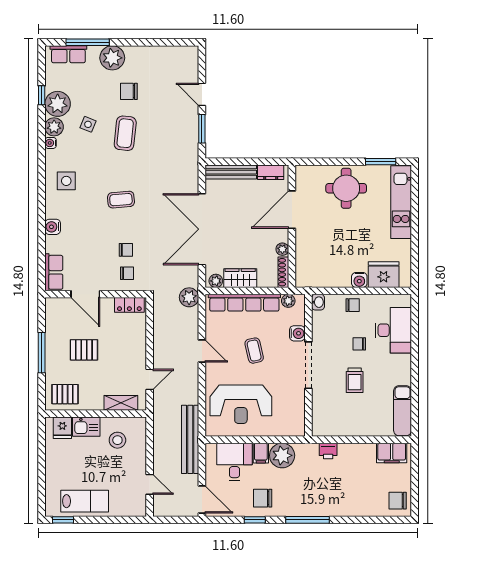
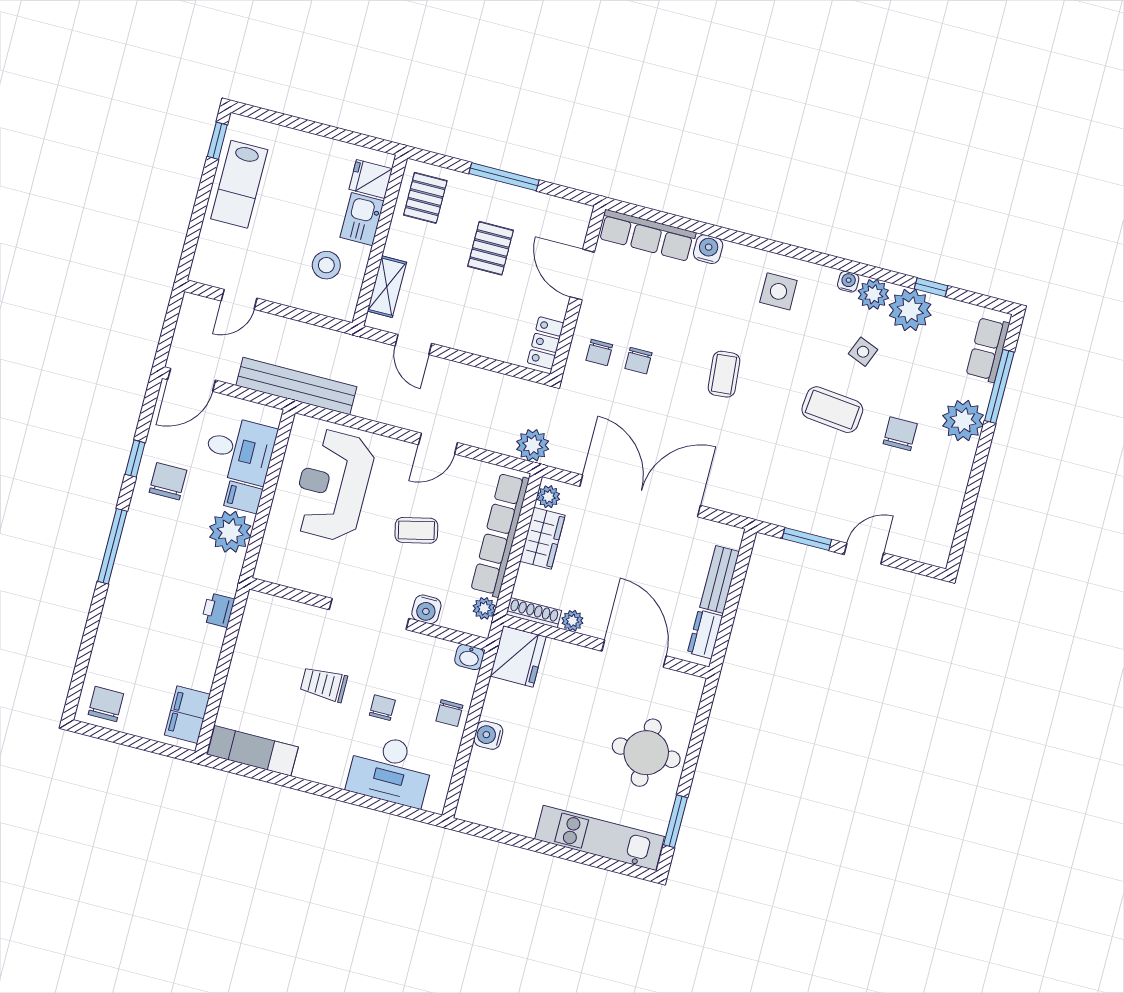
bench: (231, 172) -> (720, 579), width x0.73
row of seats: (54, 272) -> (647, 235), width x1.48
fridge: (384, 275) -> (518, 656), moved
door: (85, 294) -> (582, 275), hinge flipped

